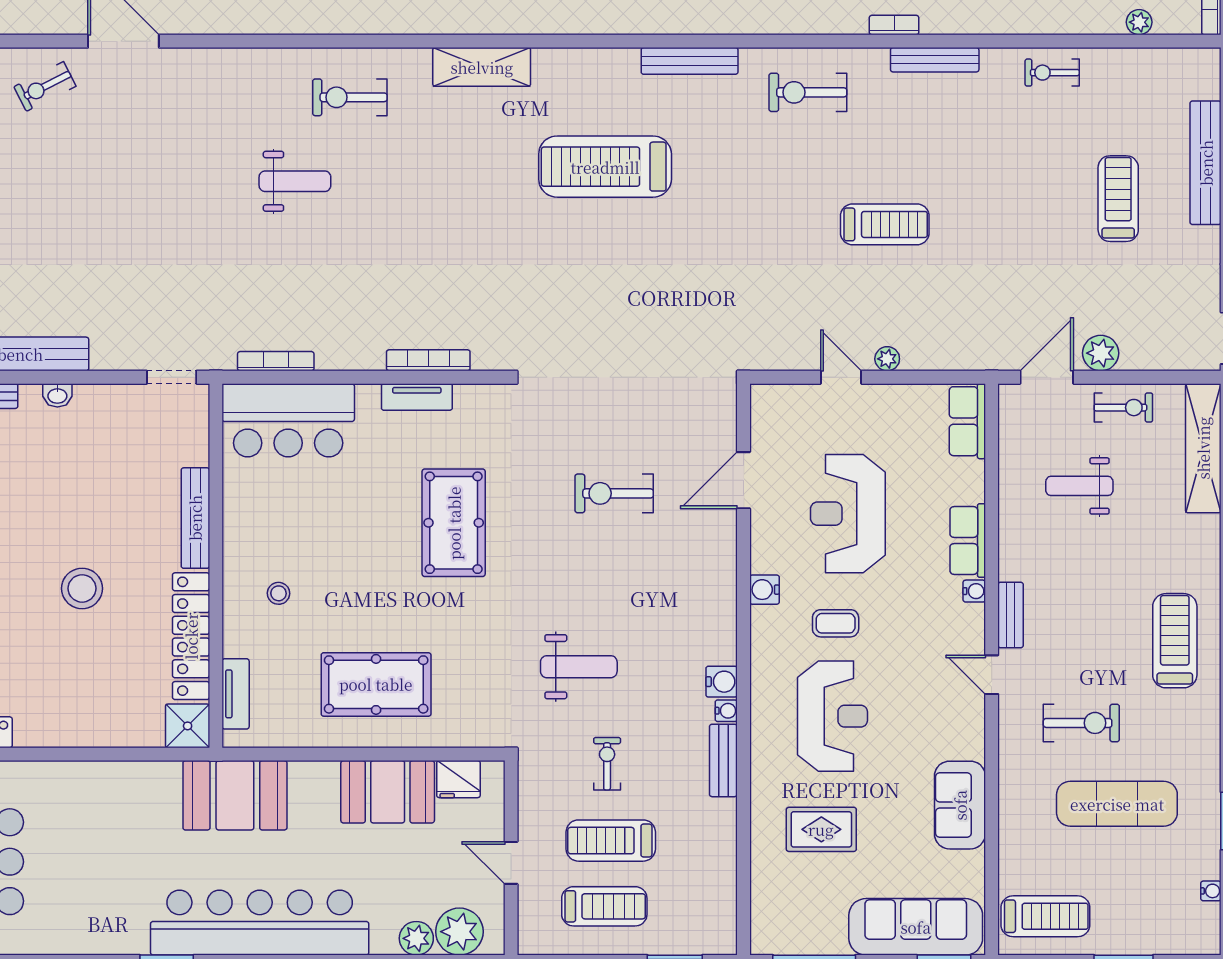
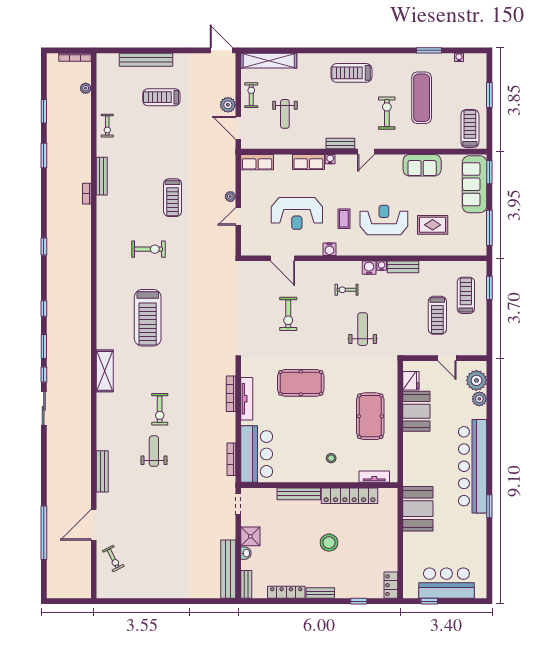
bench: (690, 61) -> (102, 471), moved
exercise bike: (808, 92) -> (148, 249), moved, turned -90
exercise bike: (350, 97) -> (160, 409), moved
treadmill: (885, 224) -> (173, 198), turned 180
tv unit: (417, 397) -> (247, 399), width x1.41
shower: (188, 726) -> (250, 536), moved
exercise bike: (607, 764) -> (347, 290), moved
booth: (235, 795) -> (418, 509), moved
rug: (821, 829) -> (433, 225), turned 90
door: (511, 863) -> (447, 358), hinge flipped
treadmill: (604, 906) -> (466, 295), moved

